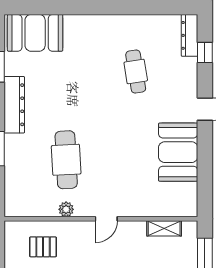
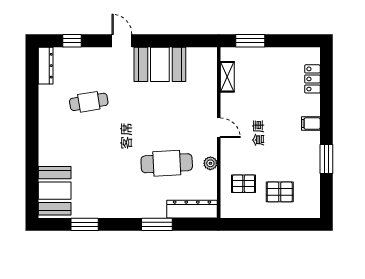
dresser: (190, 35) -> (46, 66), moved, turned -90
dresser: (14, 105) -> (192, 209), moved
pallet: (43, 247) -> (244, 184), turned 90

